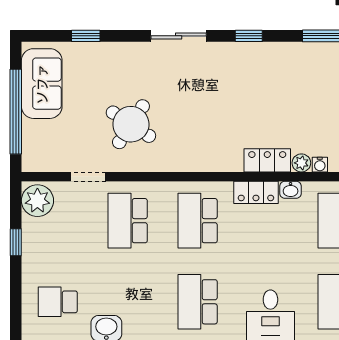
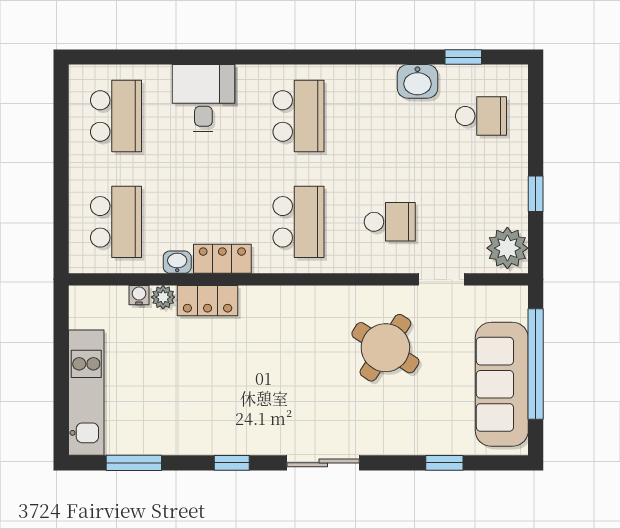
sofa: (42, 84) -> (502, 384), width x1.36
school desk: (128, 221) -> (390, 222), width x0.54

